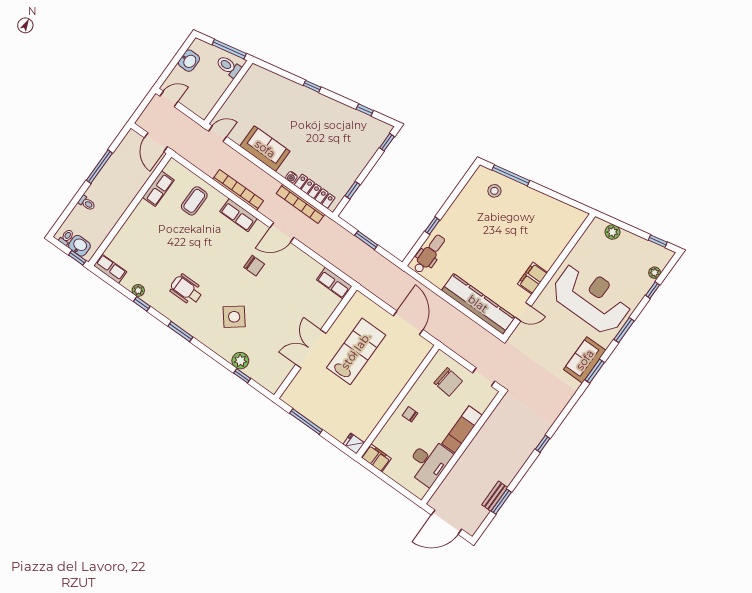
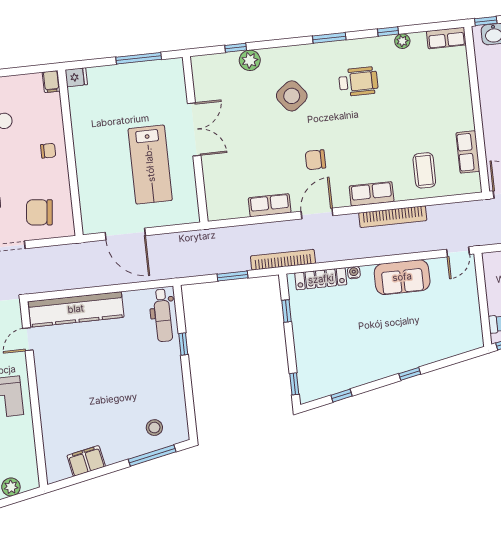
bookcase: (300, 204) -> (283, 260), moved
filing cabinet: (533, 278) -> (86, 461), moved, turned -101
row of seats: (334, 283) -> (270, 205), moved
filing cabinet: (376, 458) -> (51, 82), width x0.50

